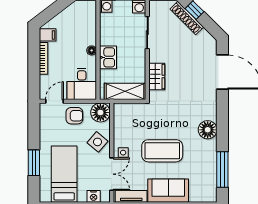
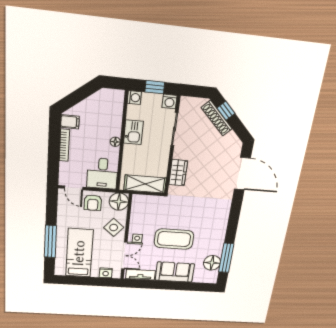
kitchen sink: (108, 57) -> (133, 132), moved
door: (55, 101) -> (74, 188), swing flipped
armchair: (74, 116) -> (93, 203), turned 90
floor lamp: (208, 130) -> (212, 263), moved
window: (34, 163) -> (50, 241), width x1.44

